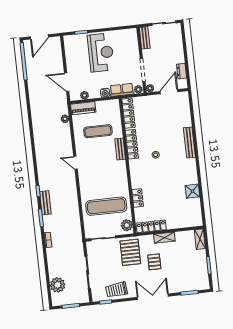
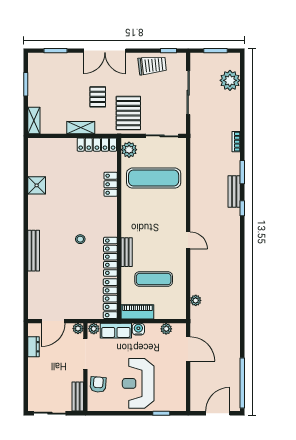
armchair: (130, 48) -> (98, 385), added
piano: (83, 108) -> (137, 312), moved

